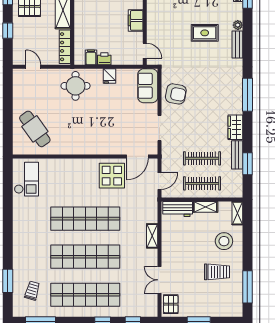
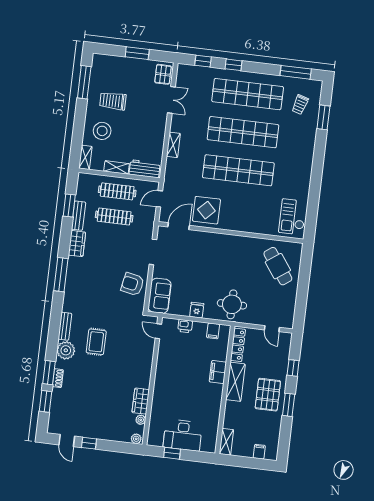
filing cabinet: (136, 20) -> (218, 372), moved, turned 180
plant: (238, 25) -> (66, 350), width x1.87, depth x1.87
rug: (205, 33) -> (96, 342), turned 90
printer: (104, 59) -> (185, 326), moved

